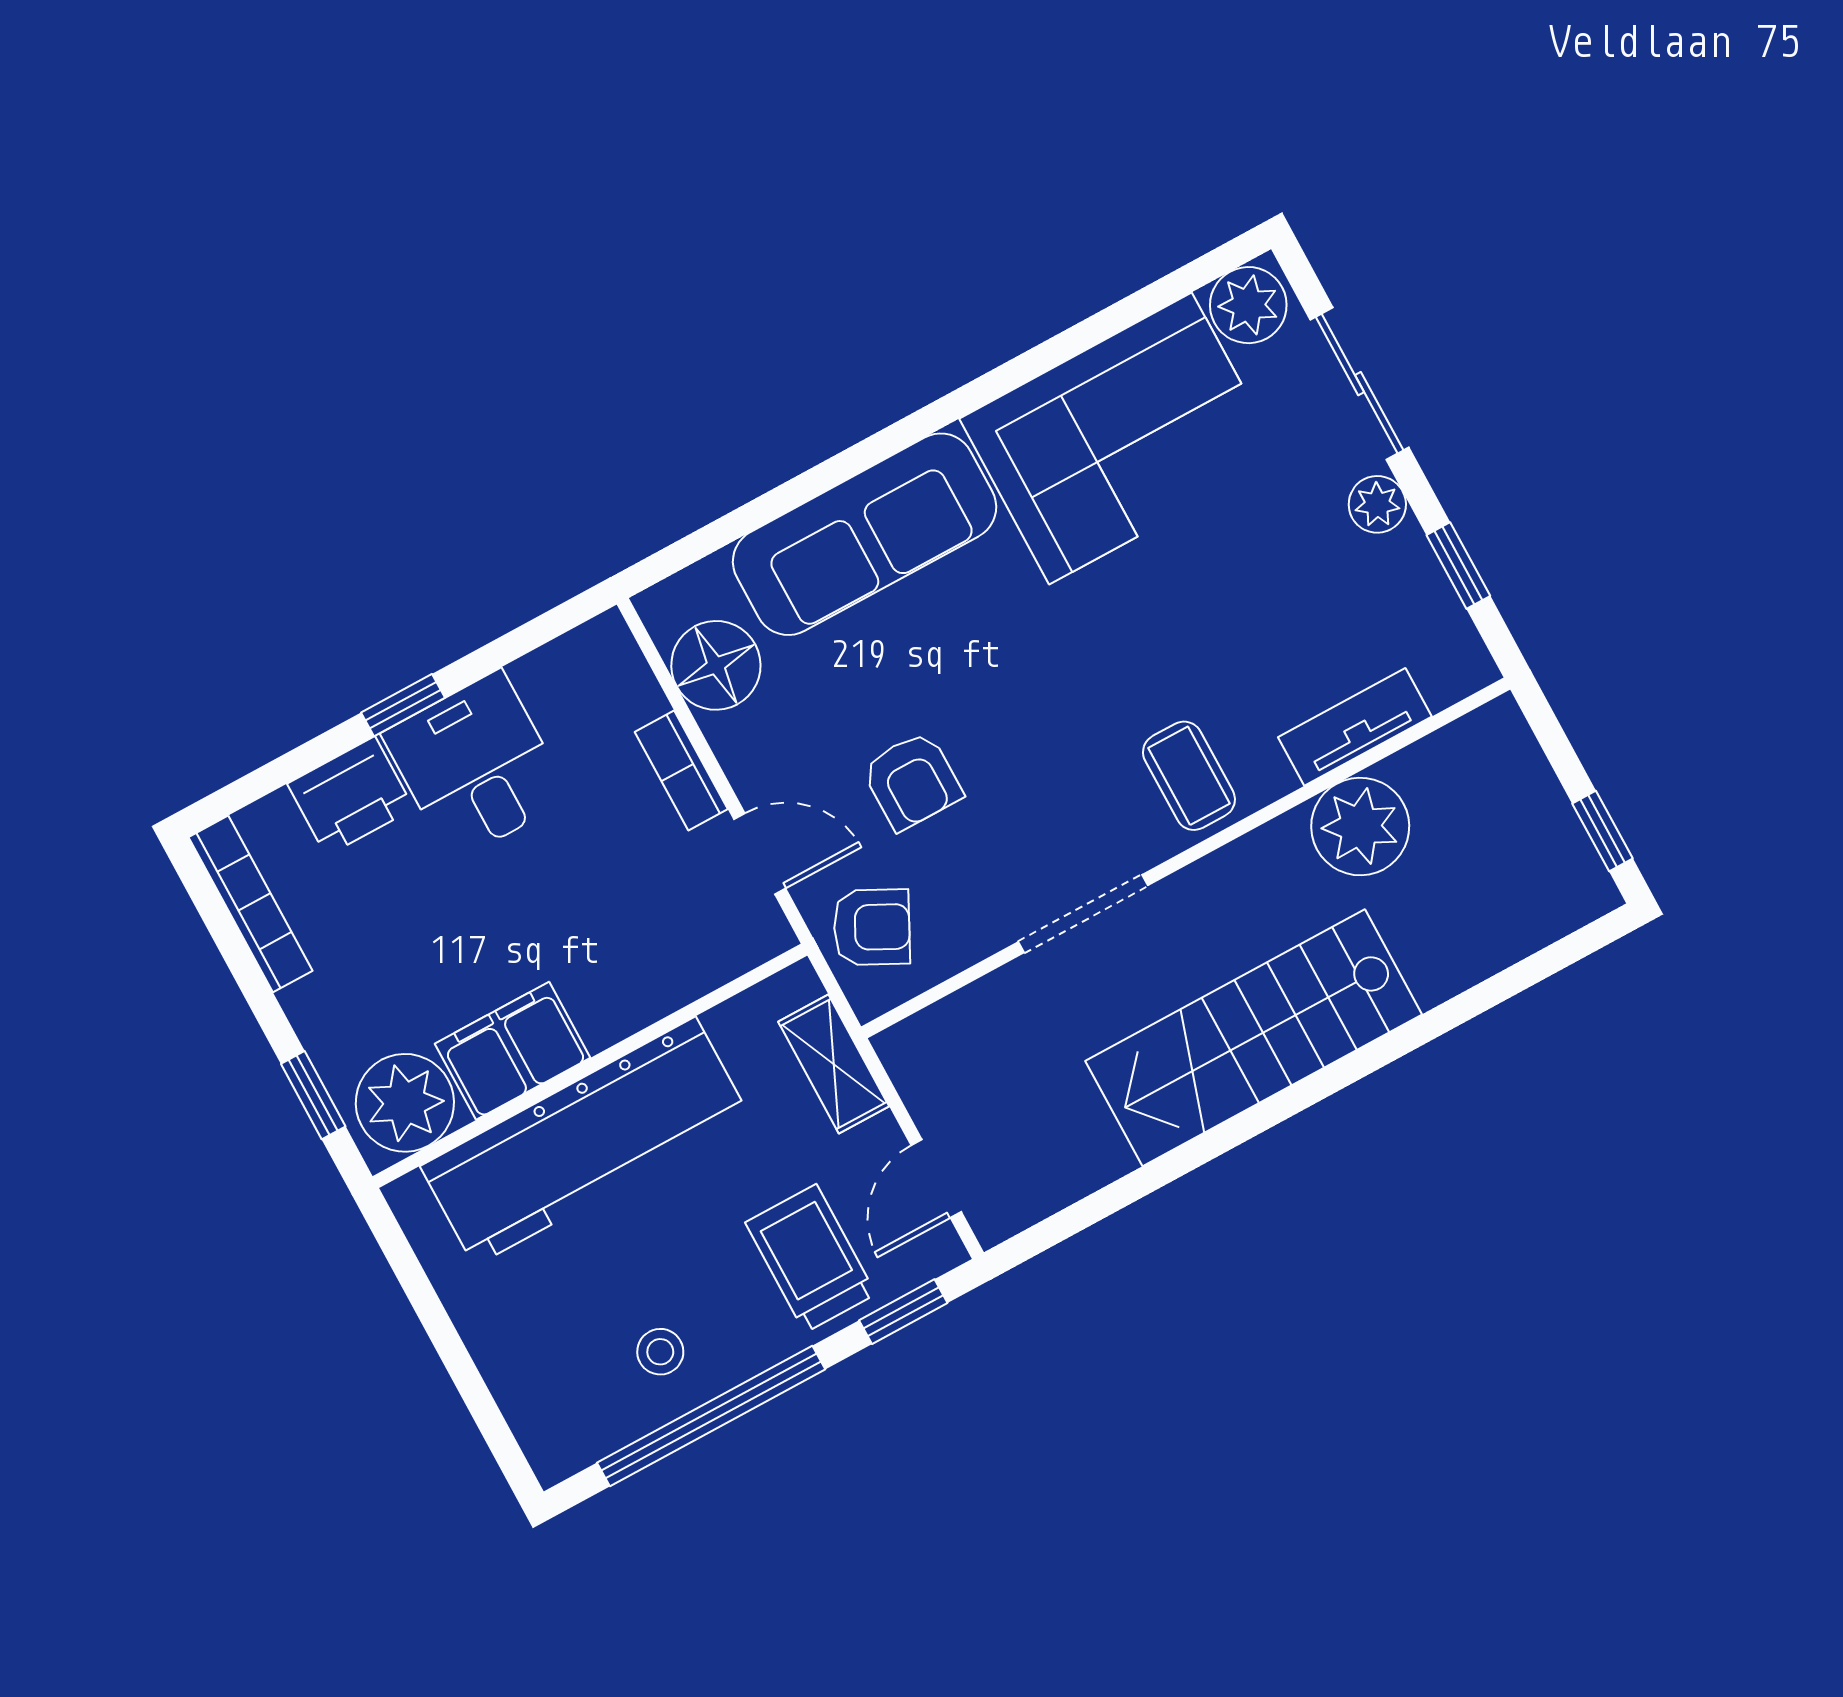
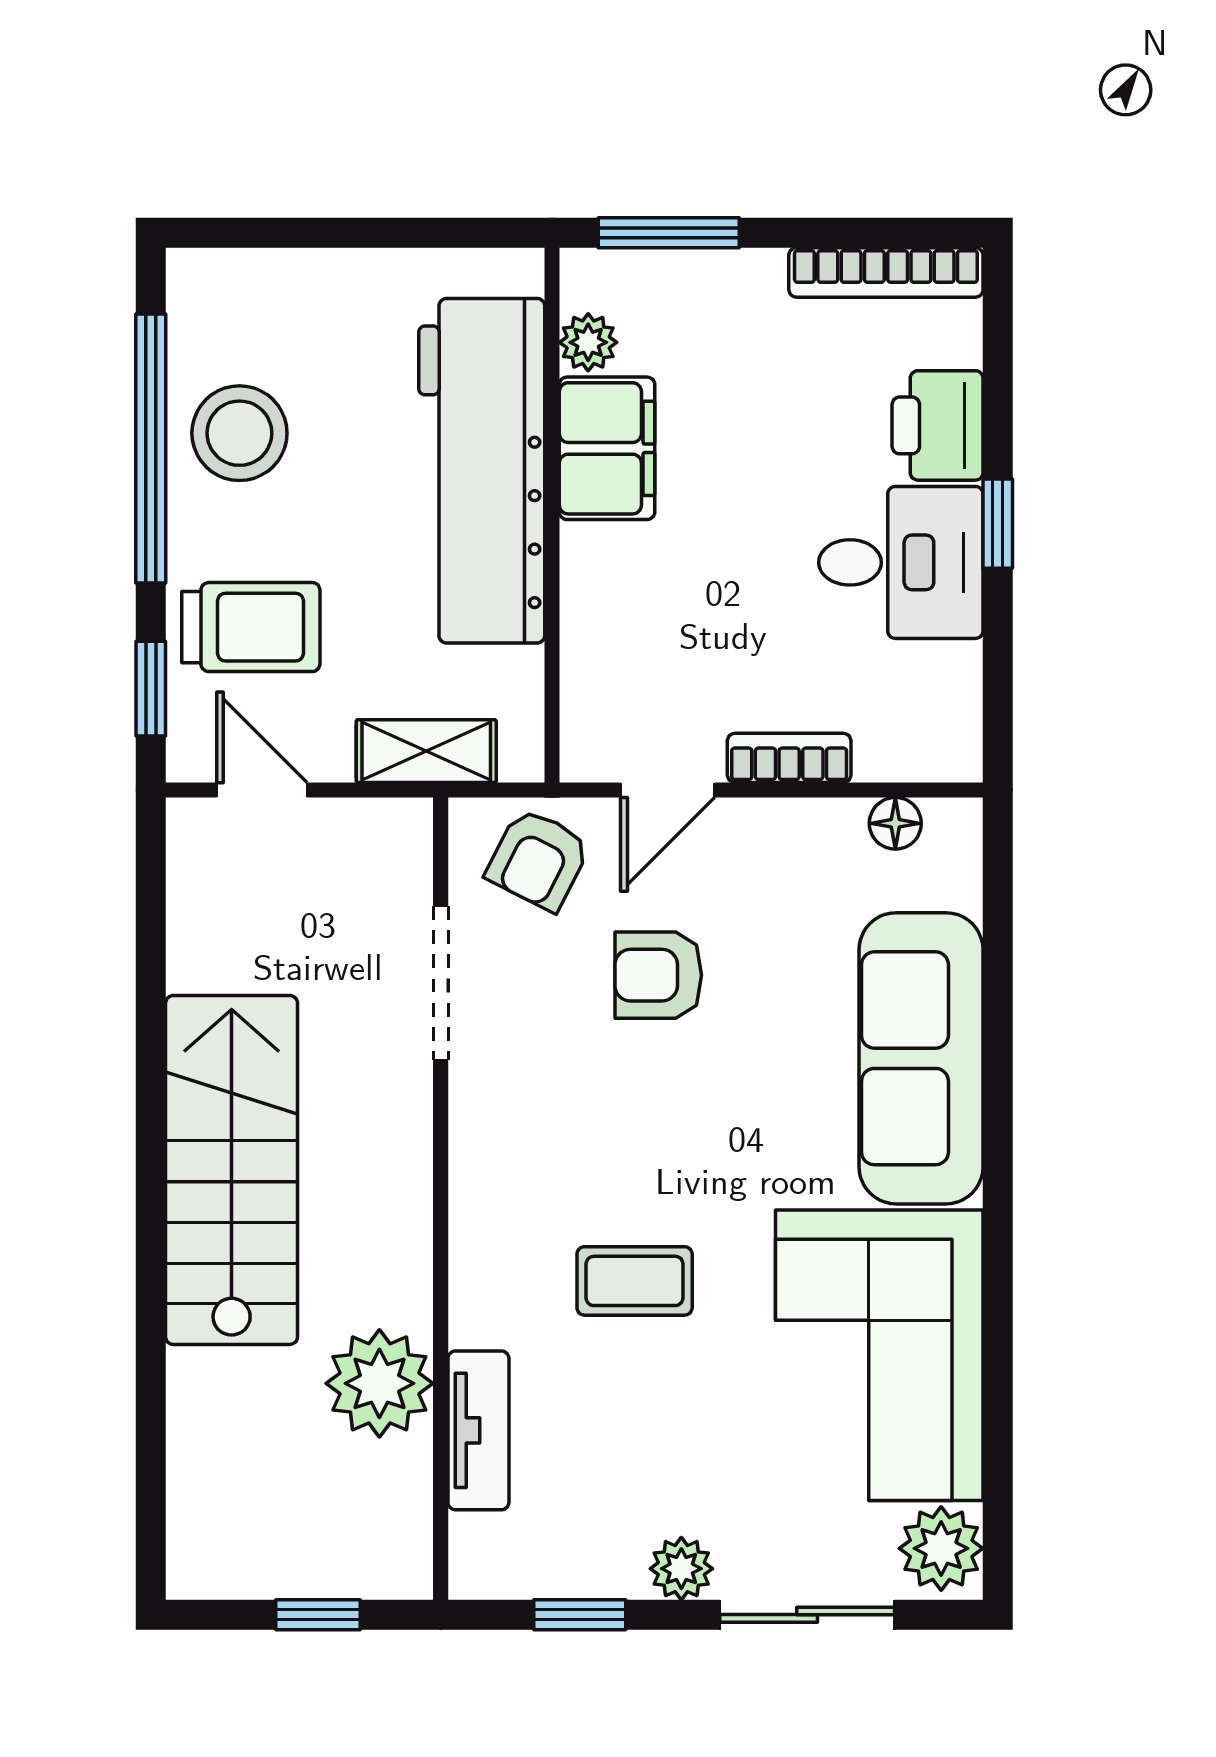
floor lamp: (716, 665) -> (895, 823), width x0.53, depth x0.53
coffee table: (1189, 776) -> (635, 1281), moved
window: (1602, 831) -> (318, 1615), moved
doorway: (1083, 914) -> (441, 983), moved
window: (313, 1095) -> (669, 233), width x1.50
plant: (405, 1103) -> (588, 342), width x0.53, depth x0.53
stool: (660, 1352) -> (239, 433), width x1.89, depth x1.89

